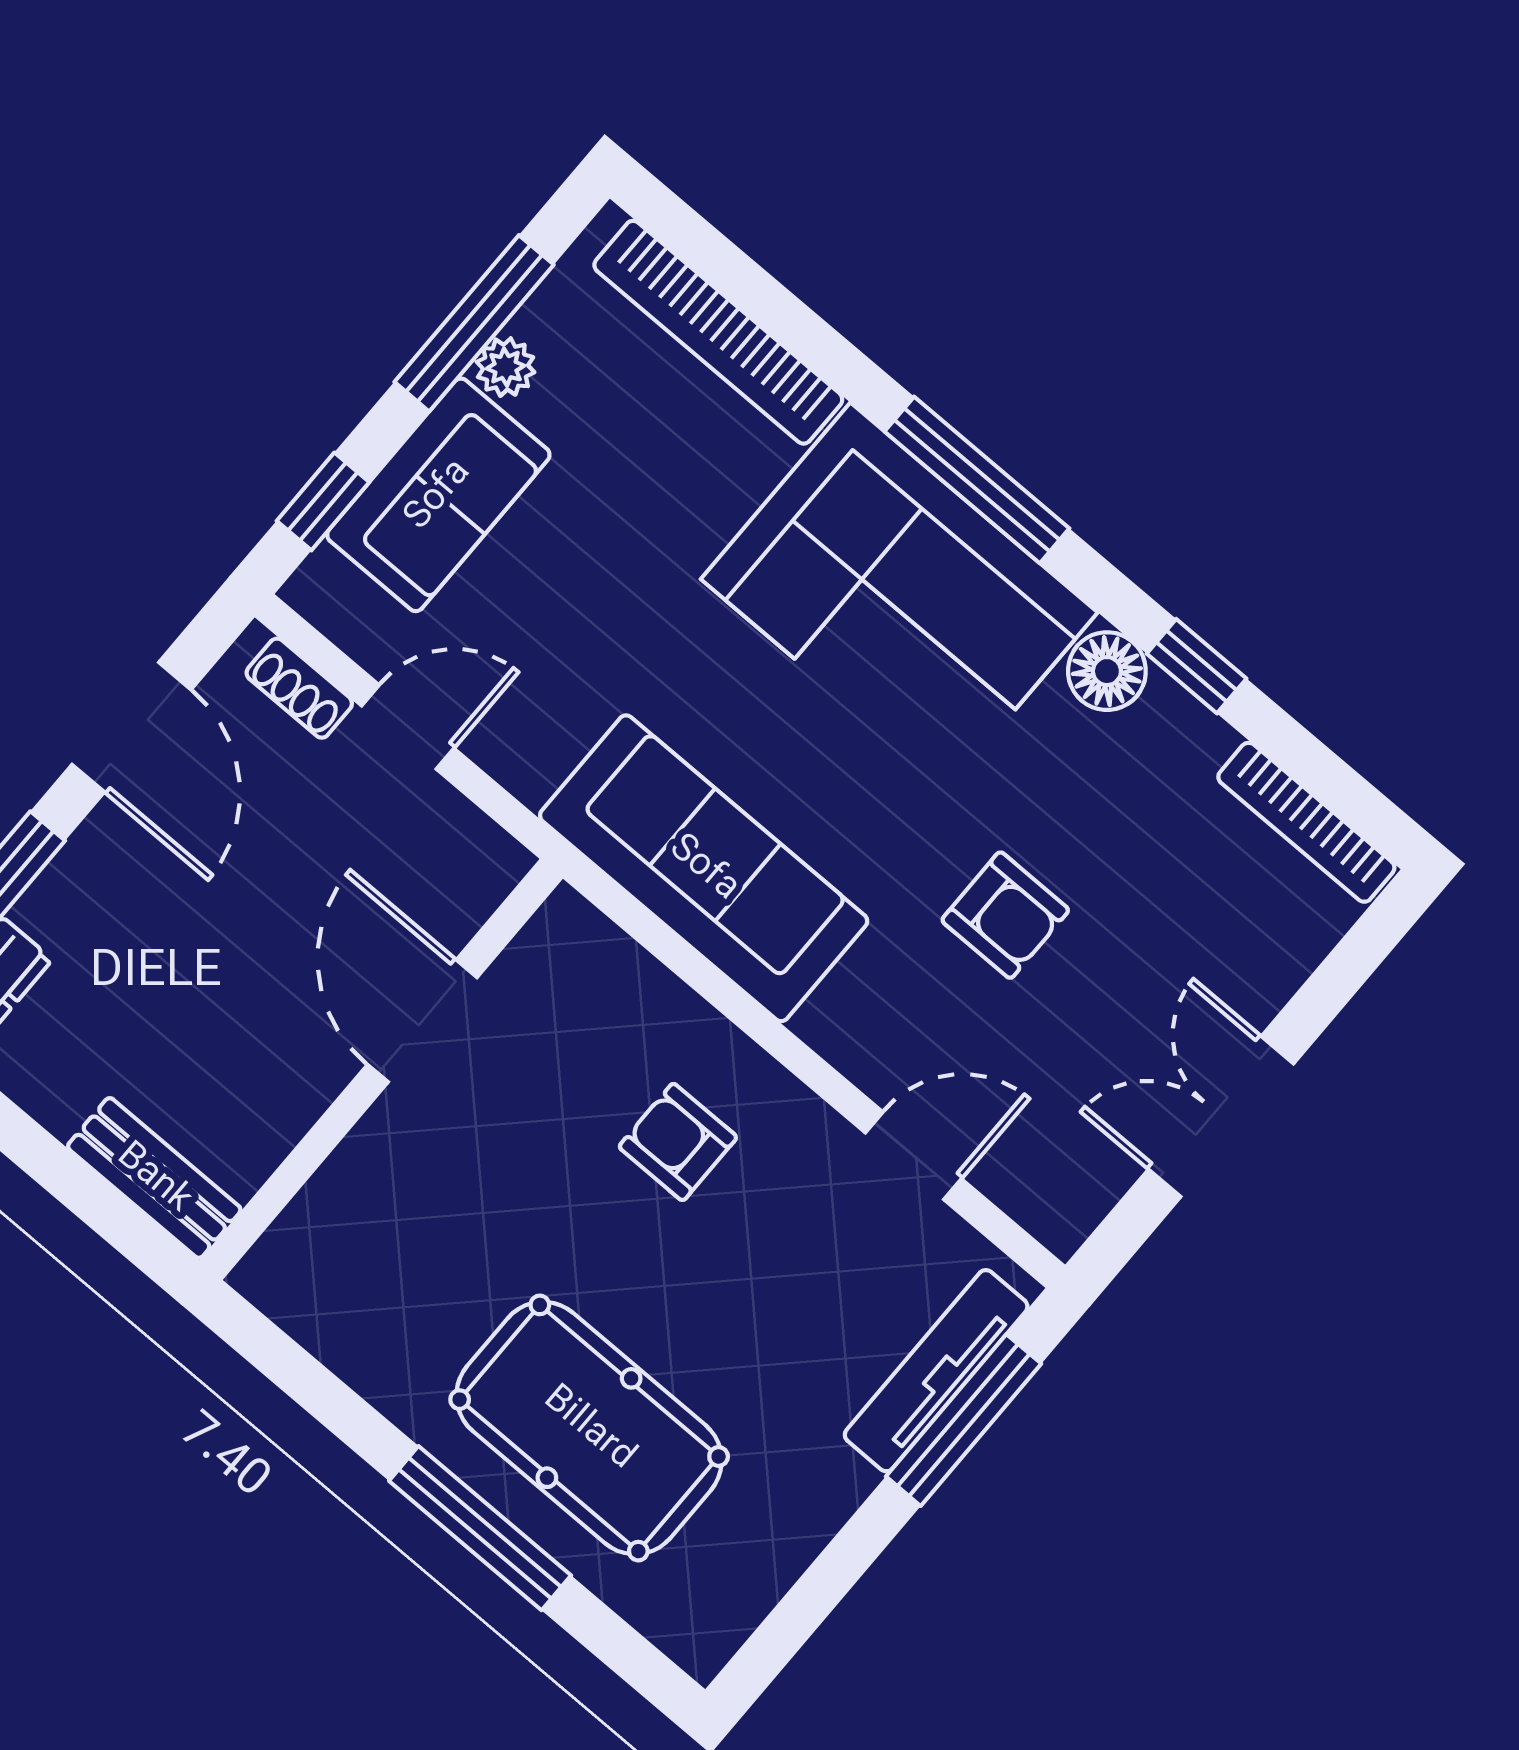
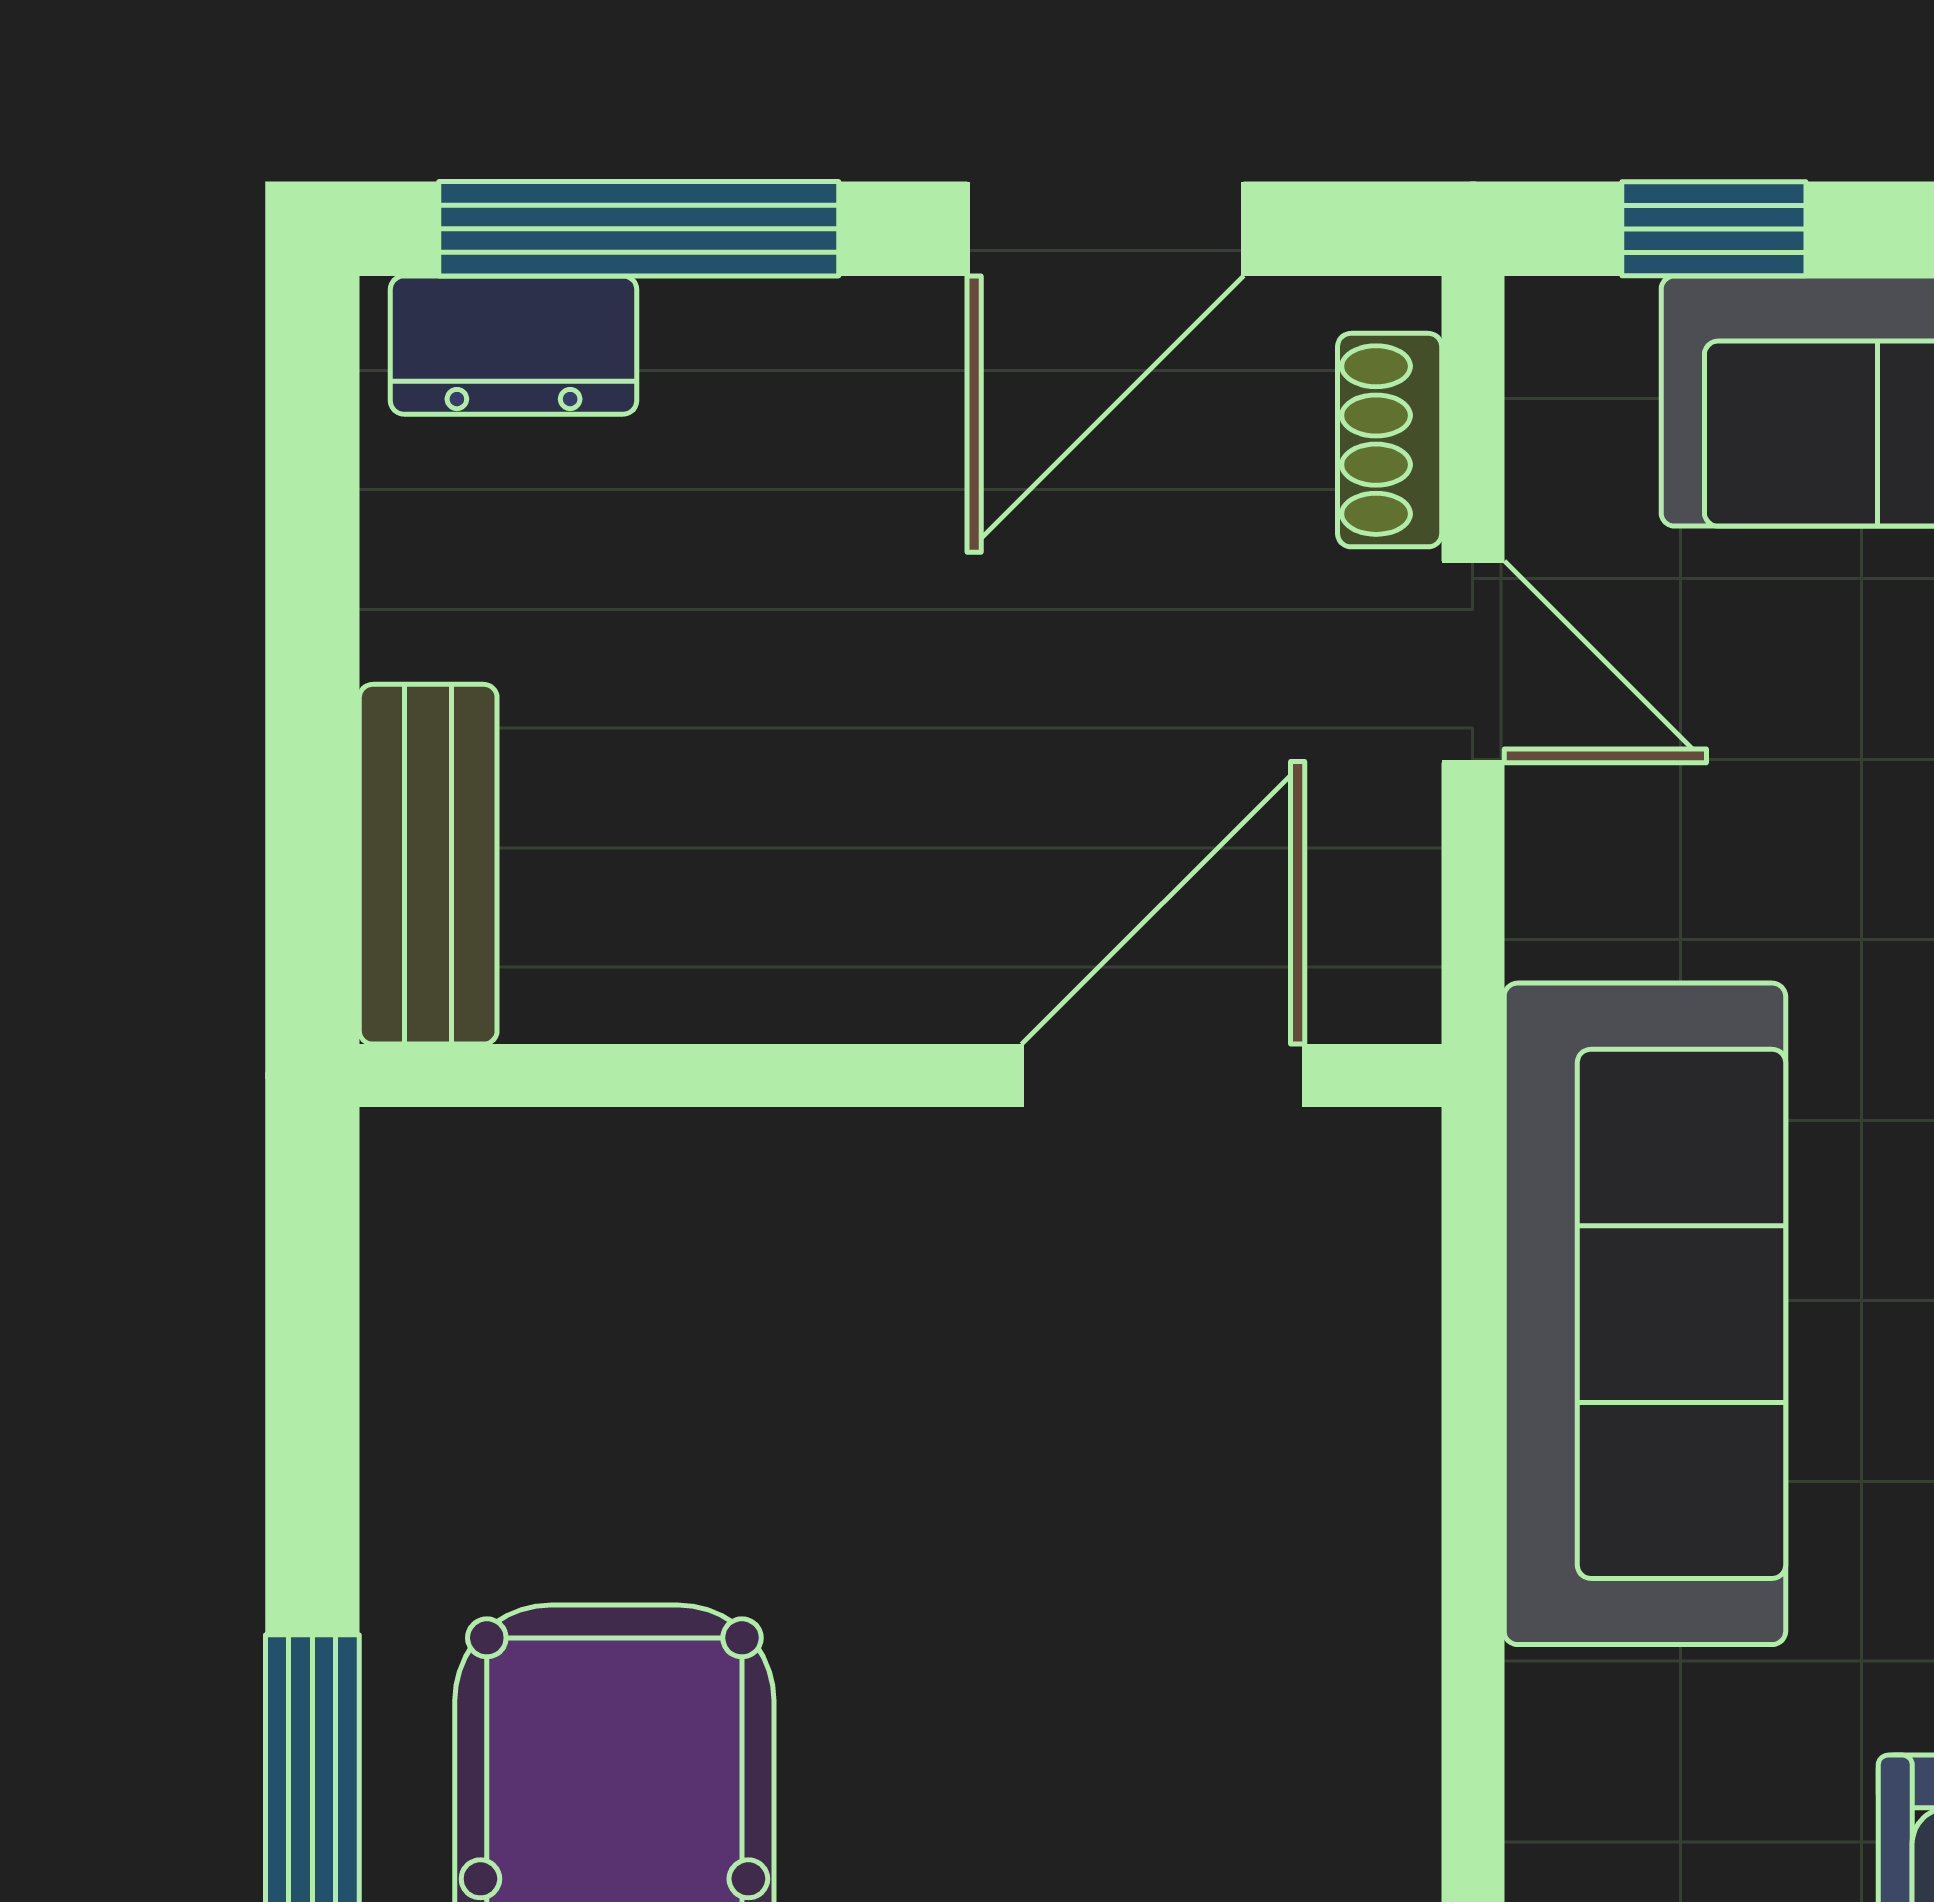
door: (422, 1021) -> (1163, 1076), moved
armchair: (678, 1142) -> (1181, 1638), removed

